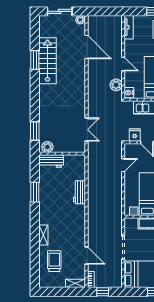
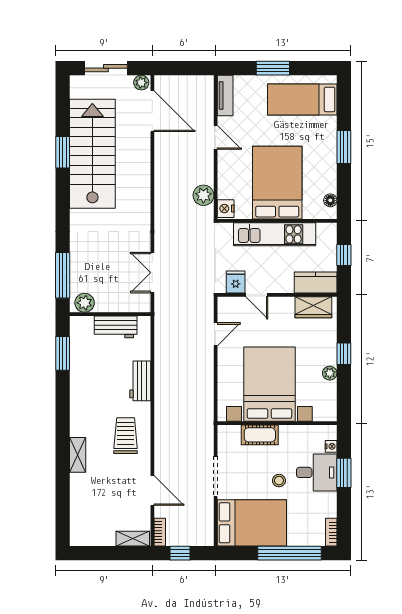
door: (87, 47) -> (152, 111), moved
stairs: (47, 61) -> (92, 154), width x1.36, depth x1.51
door: (123, 64) -> (216, 137), moved
double door: (87, 130) -> (152, 273), swing flipped
window: (35, 131) -> (63, 275), width x1.44
workbench: (51, 161) -> (116, 327), moved
window: (35, 192) -> (63, 353), moved
trolley: (54, 261) -> (126, 436), moved

